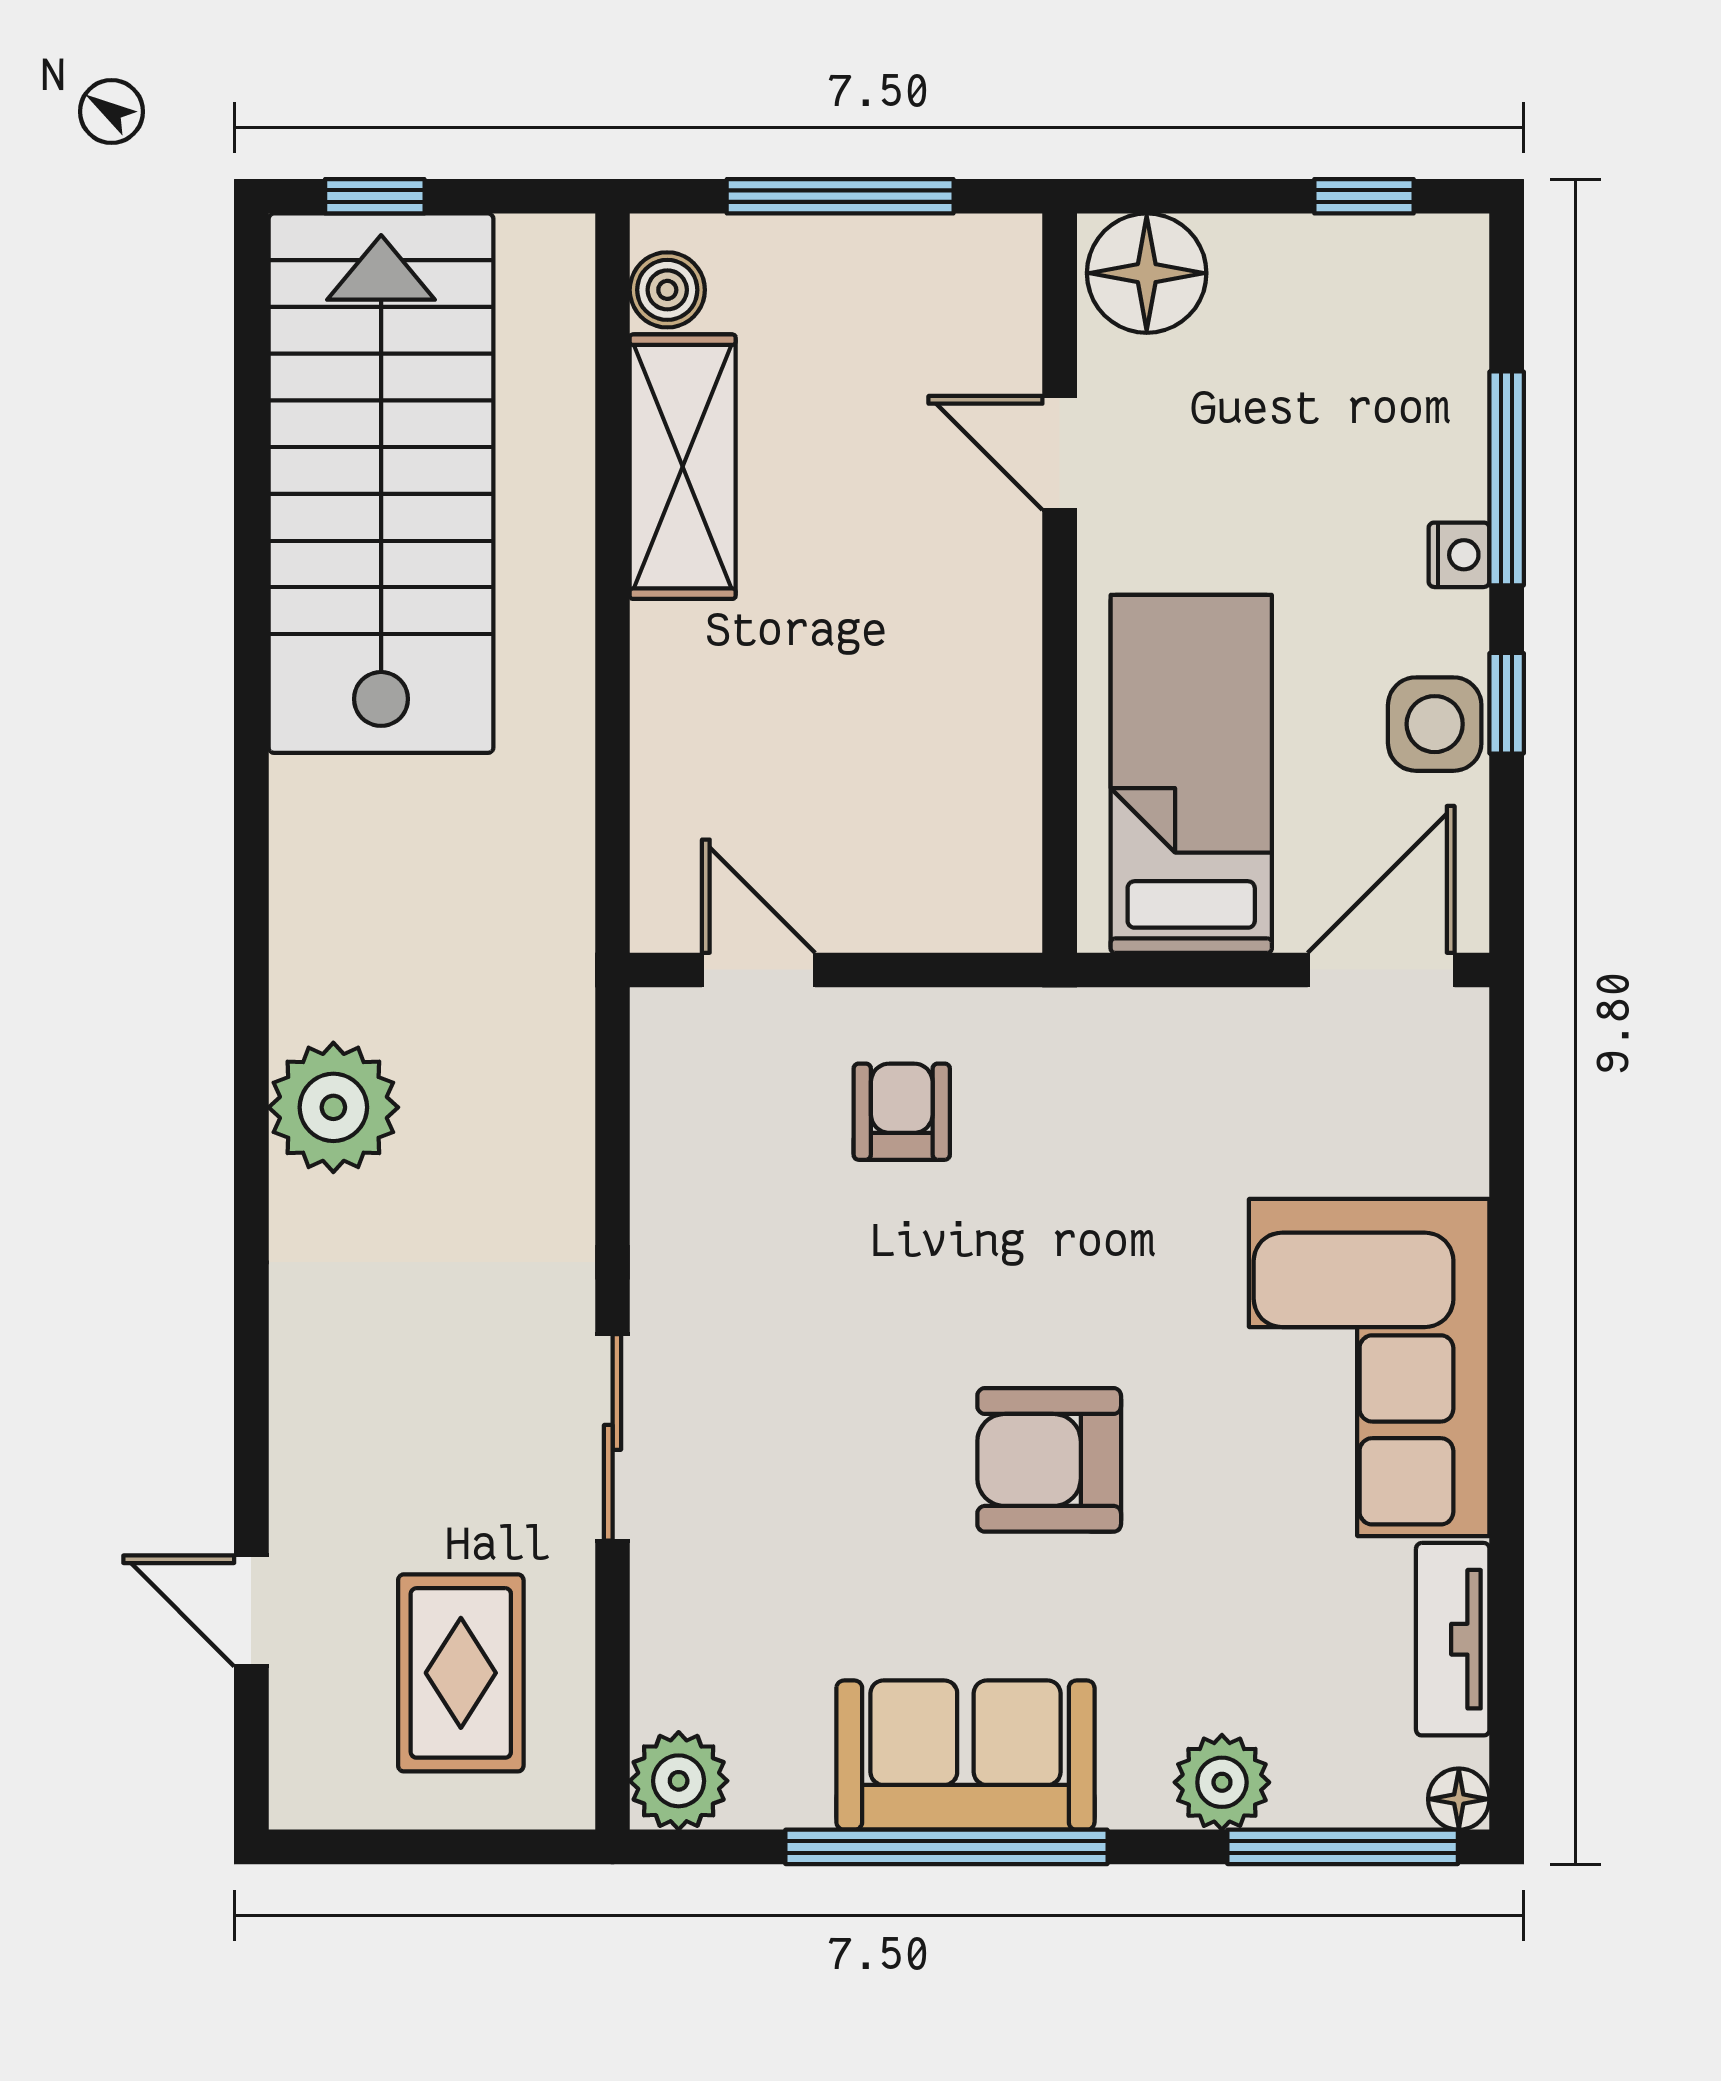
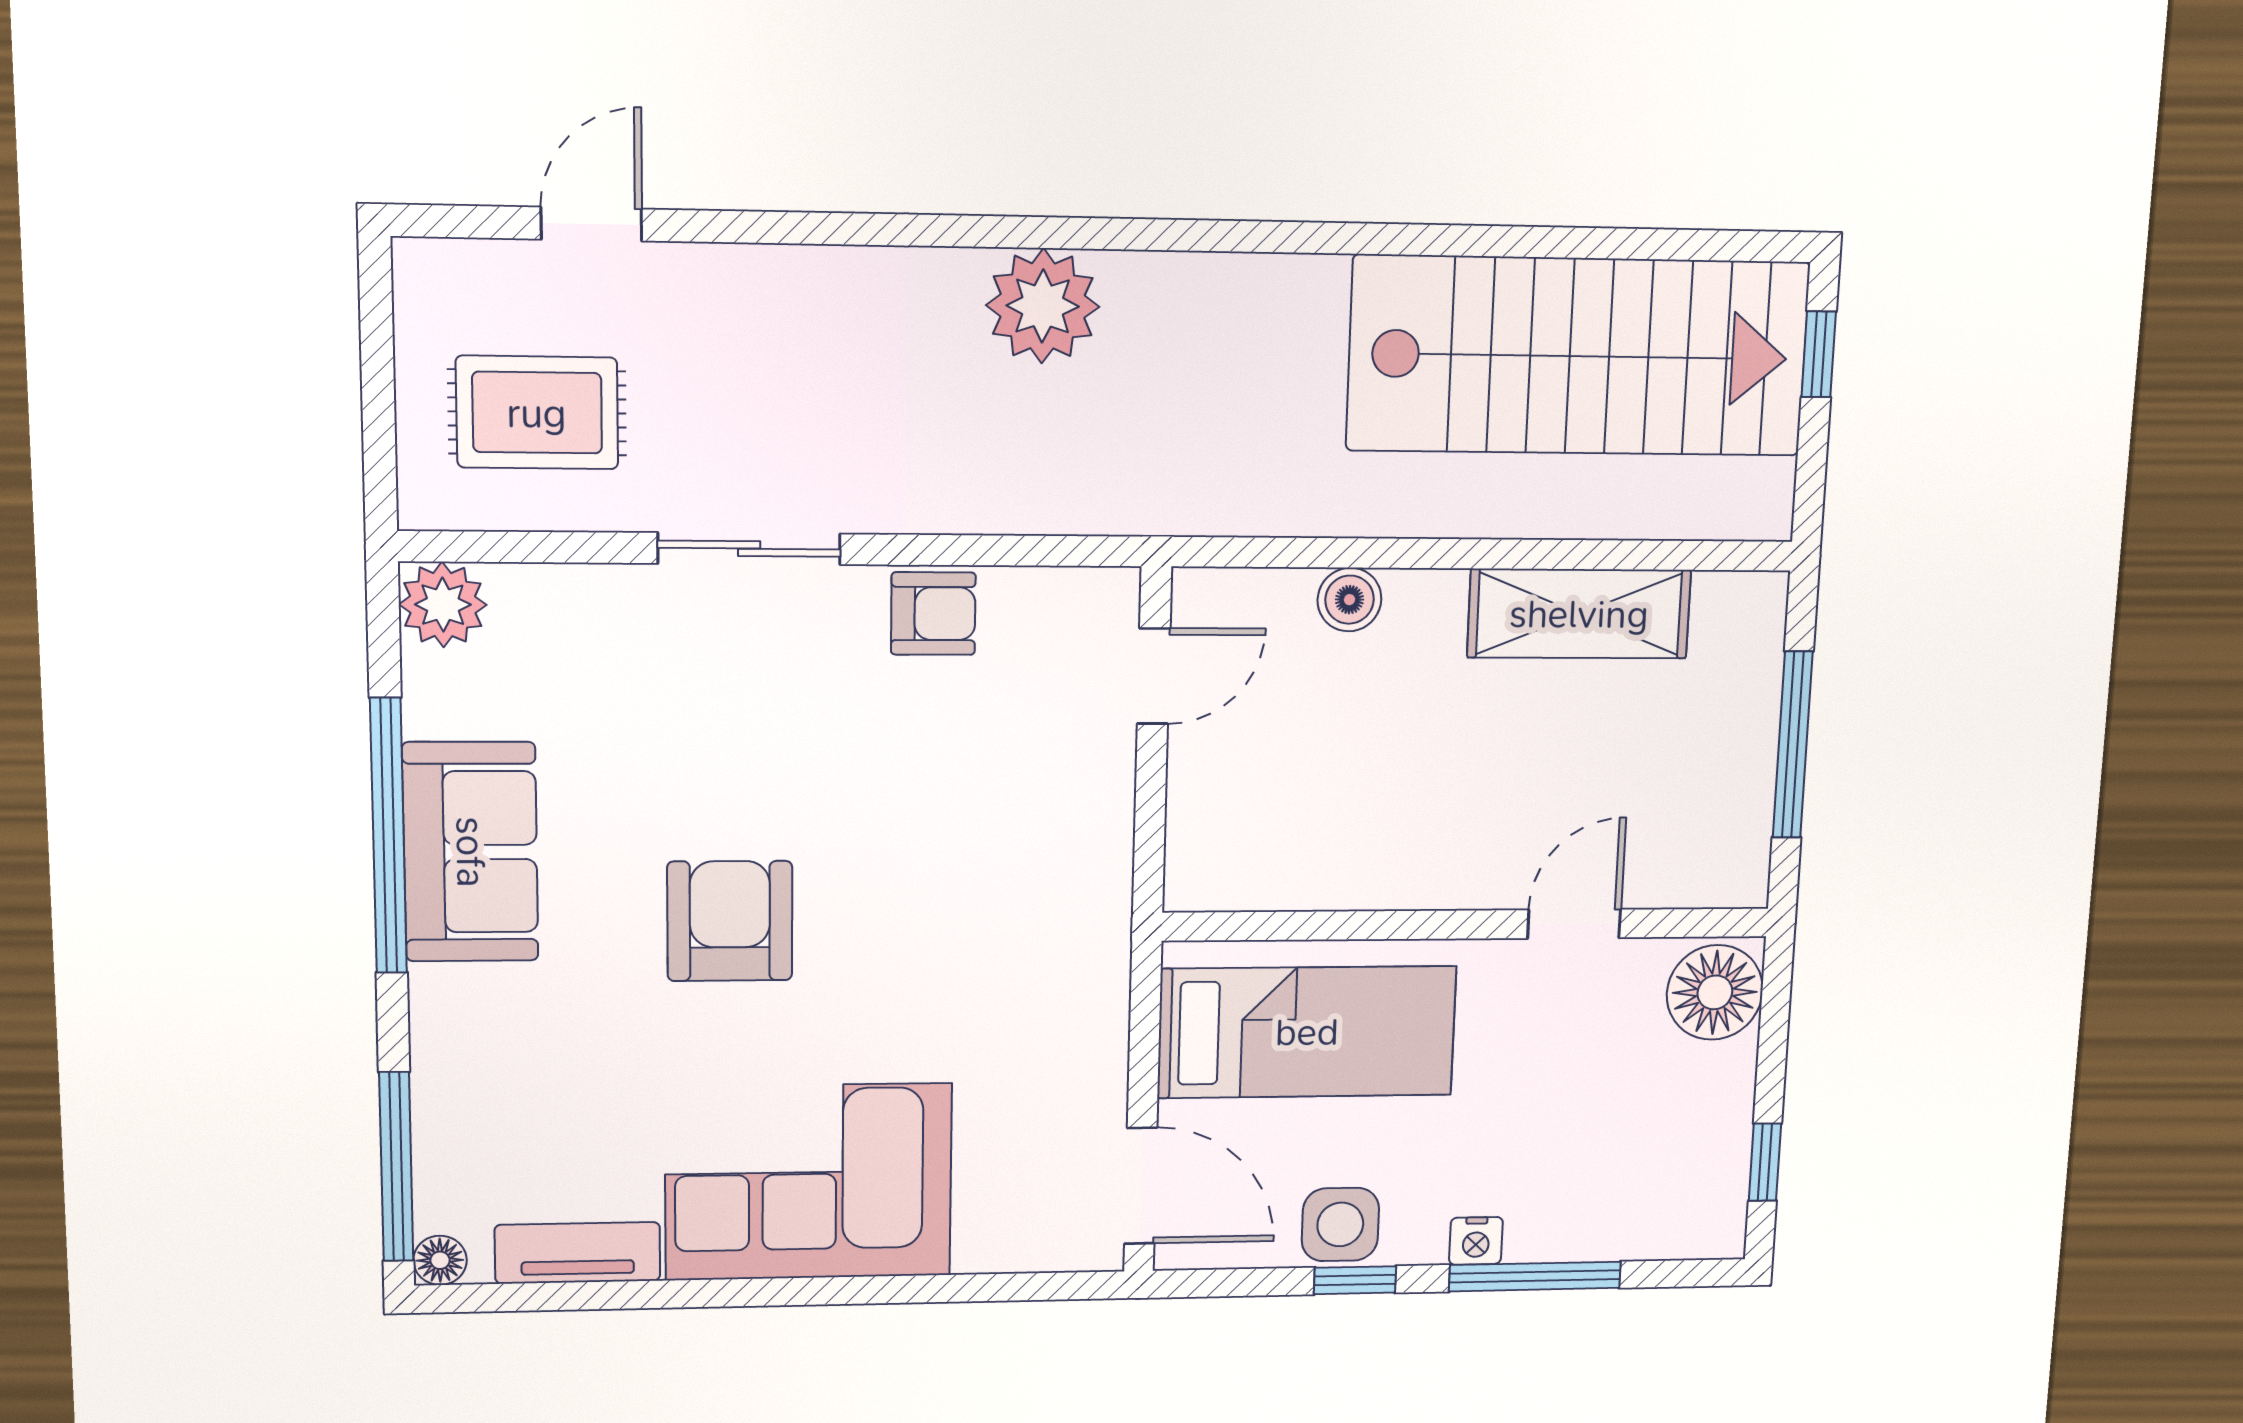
boiler: (667, 290) -> (1349, 600), moved
armchair: (902, 1112) -> (933, 614), moved
plant: (1222, 1782) -> (451, 1067), removed

